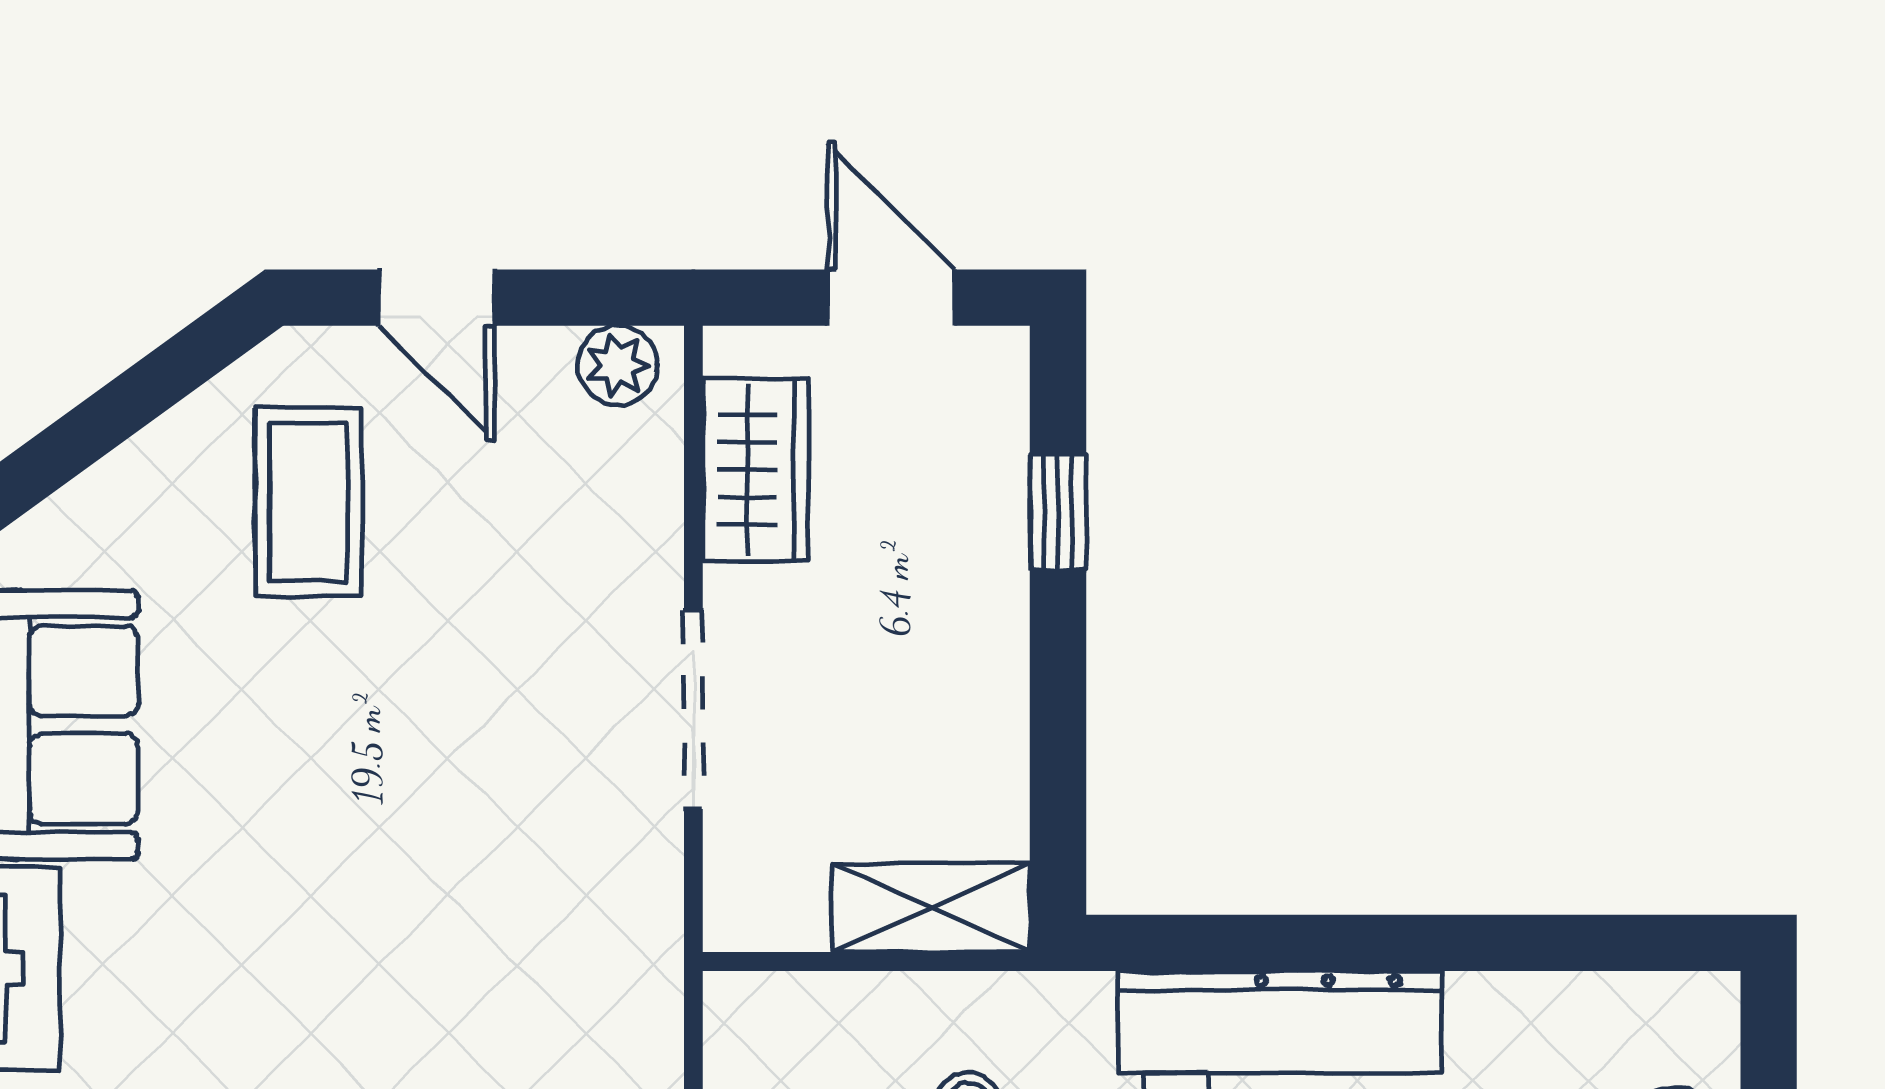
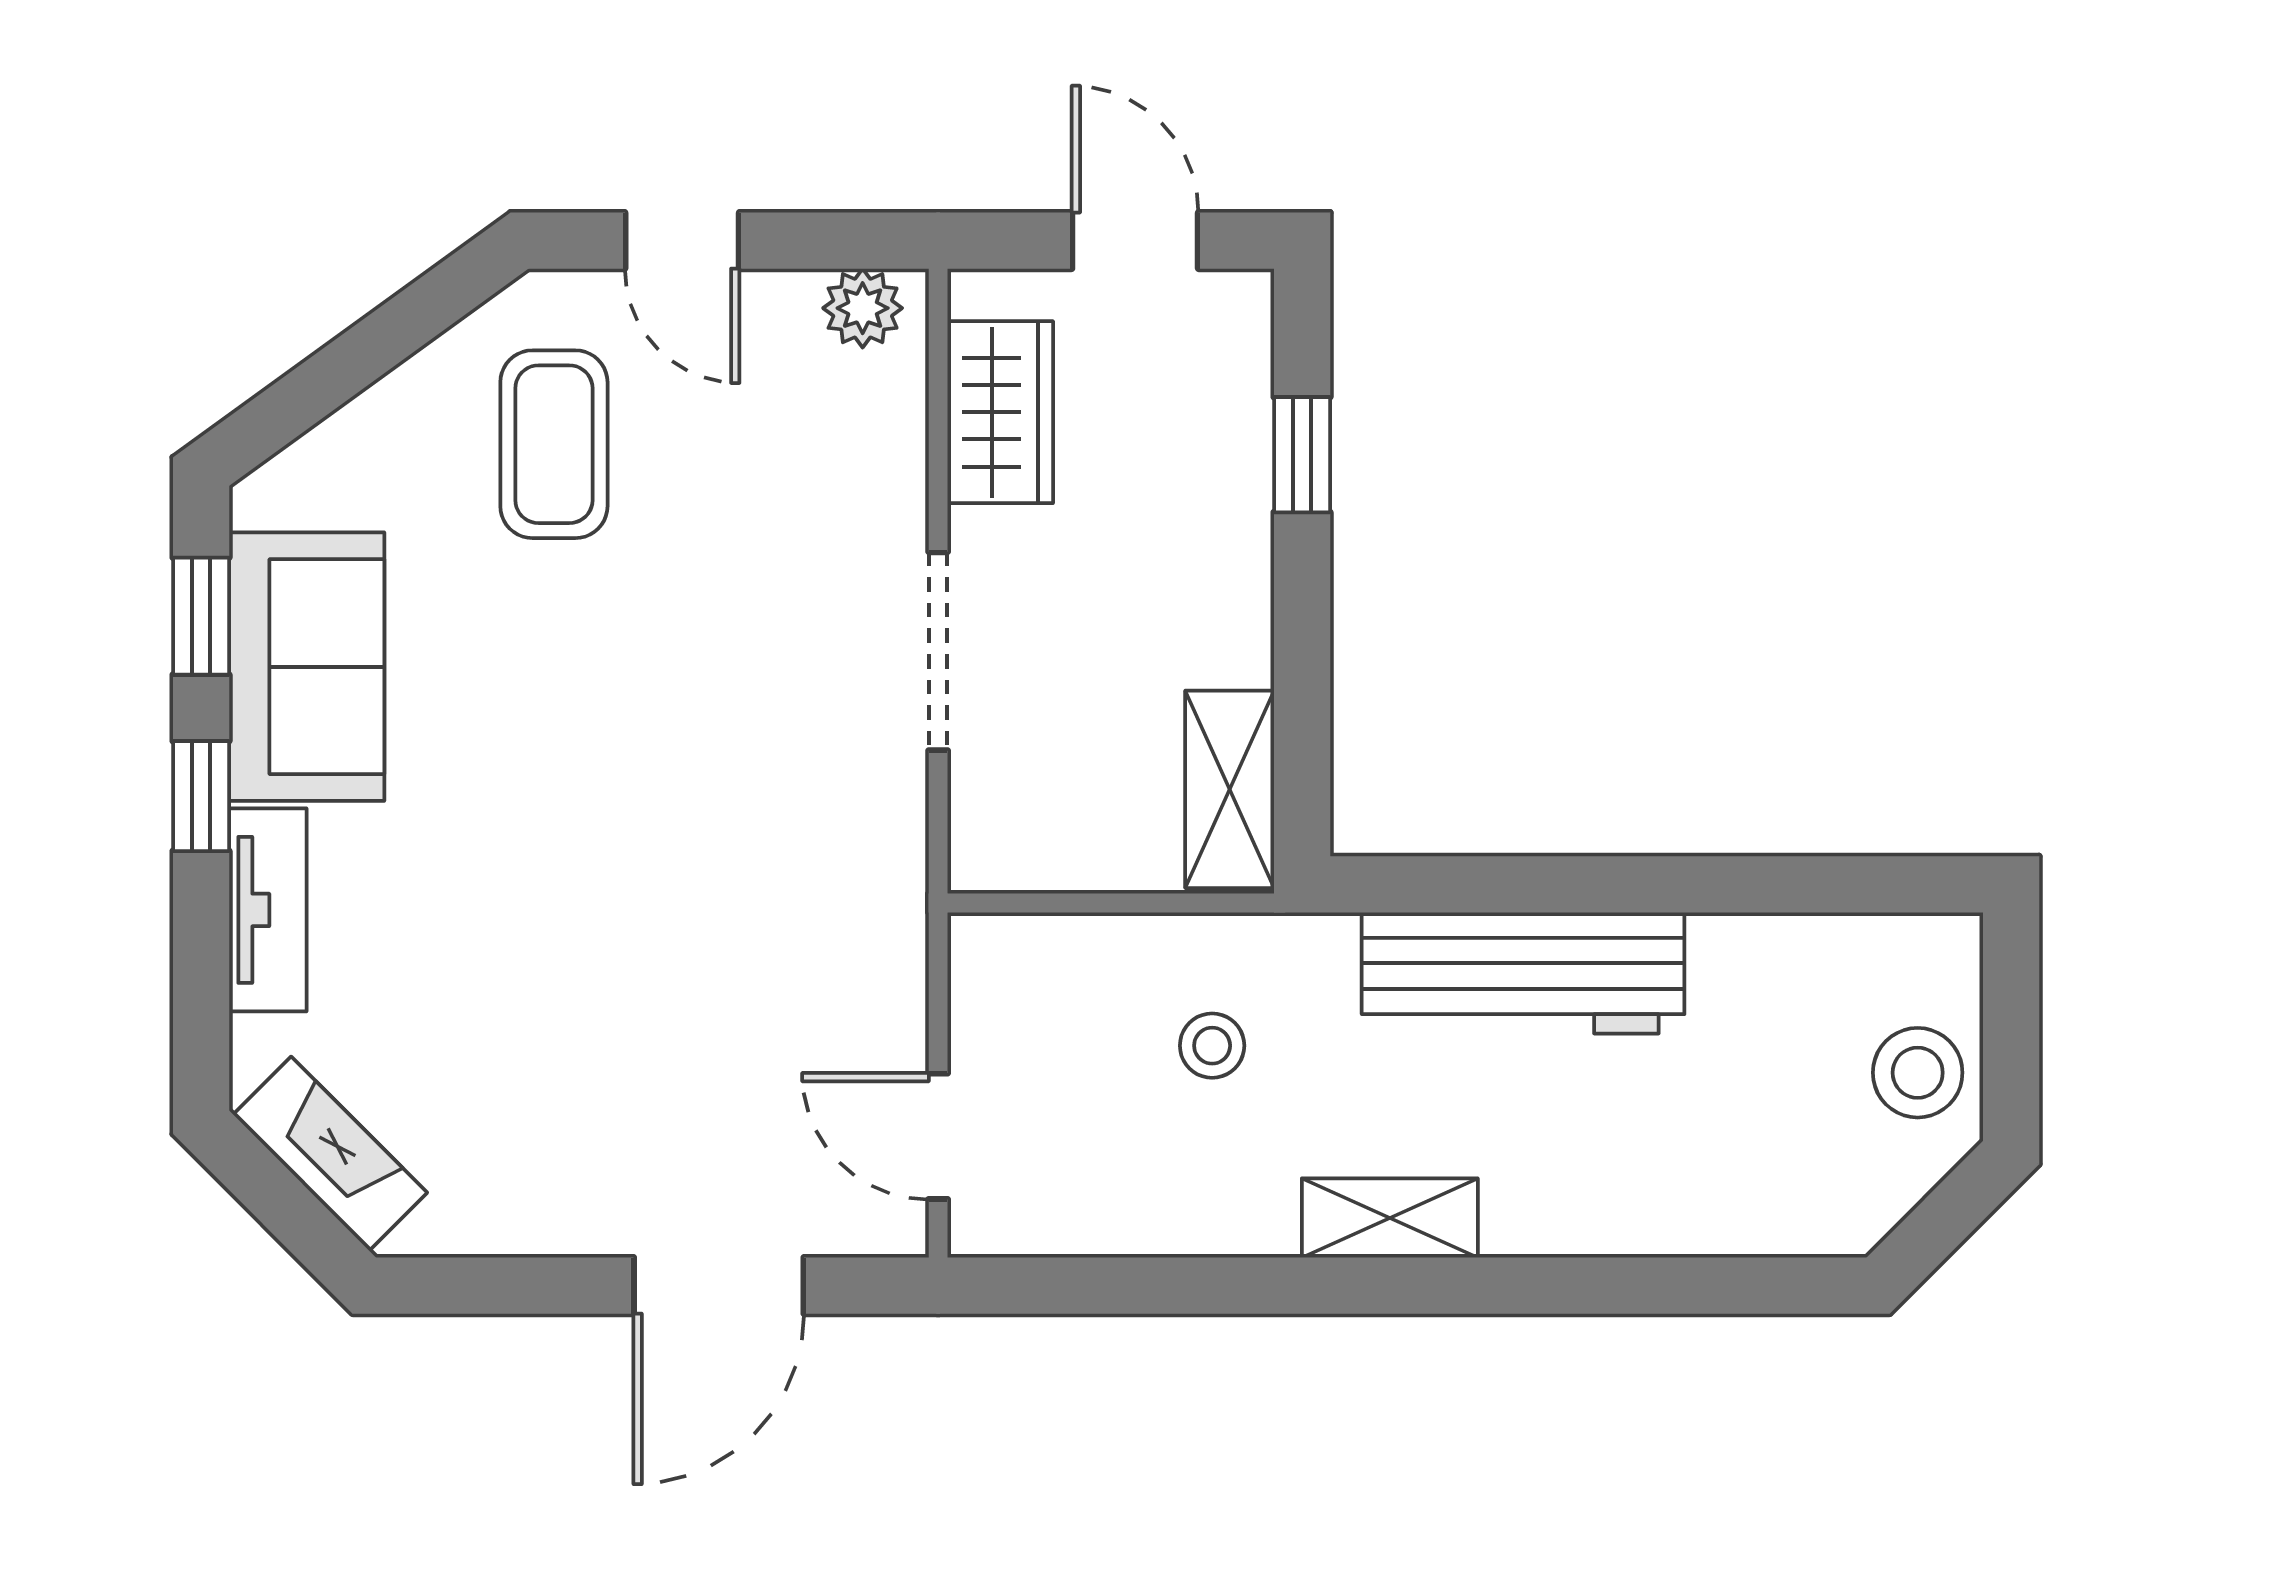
shelving: (931, 908) -> (1230, 789), moved, turned 90

